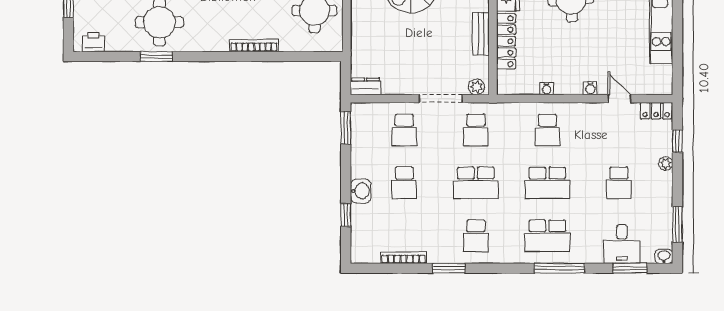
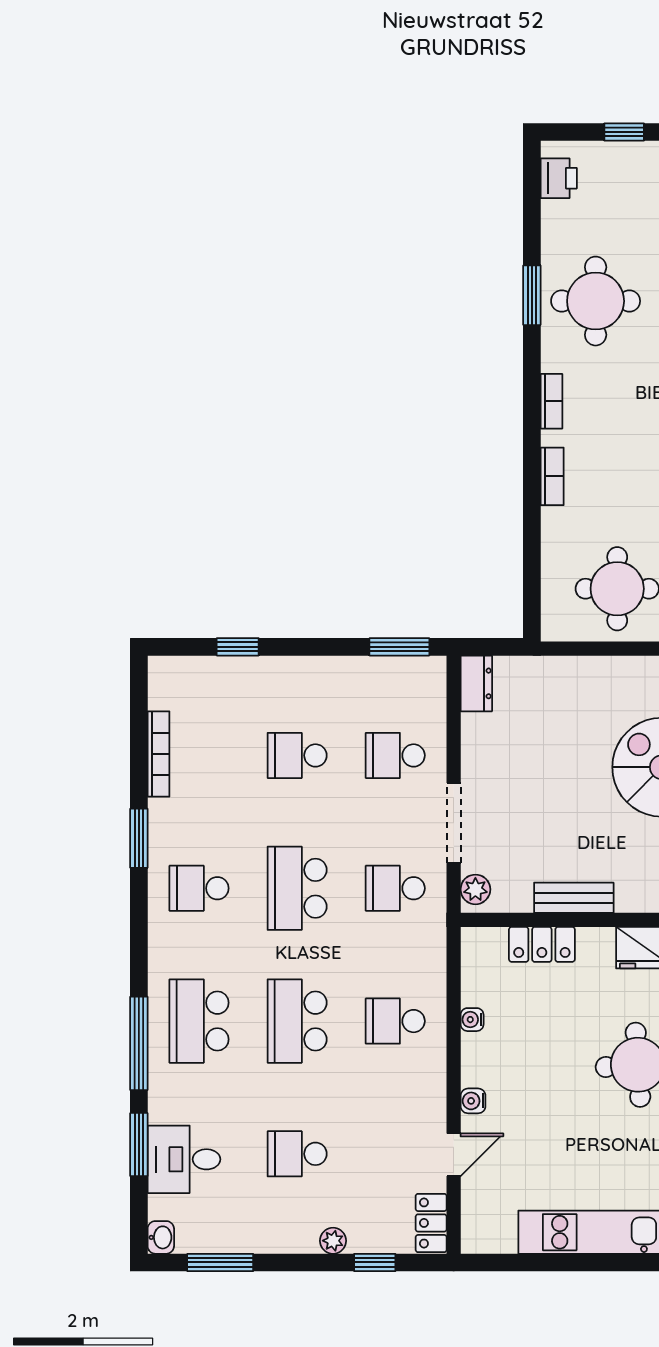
locker: (506, 41) -> (542, 944), width x0.66
bookcase: (213, 46) -> (552, 401), added
bookcase: (254, 46) -> (552, 476), width x0.64
washbasin: (361, 191) -> (282, 675), removed
window: (630, 268) -> (139, 1145), moved

